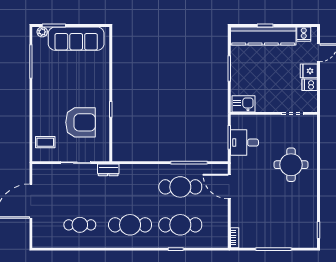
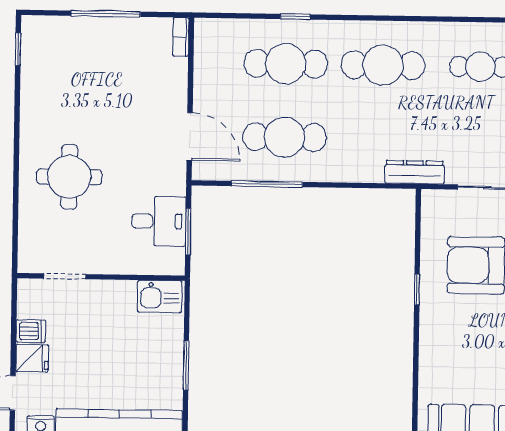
dresser: (108, 170) -> (415, 172), width x1.44

